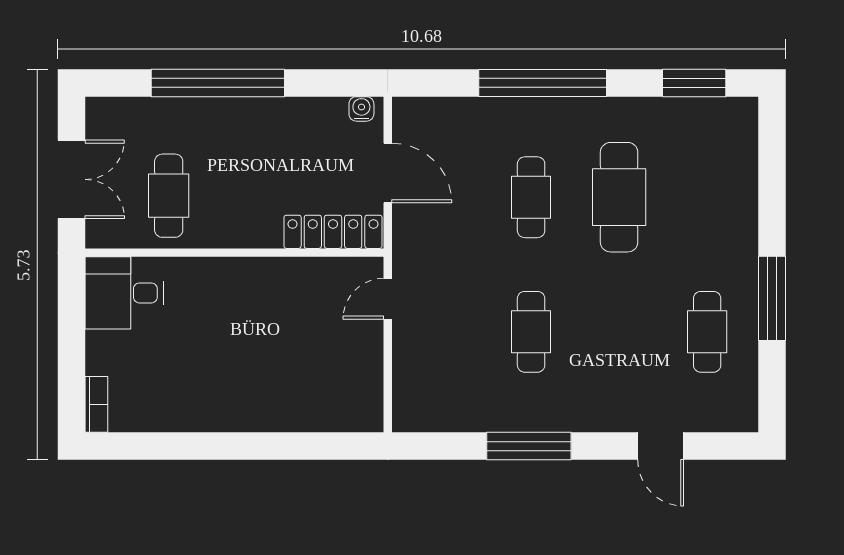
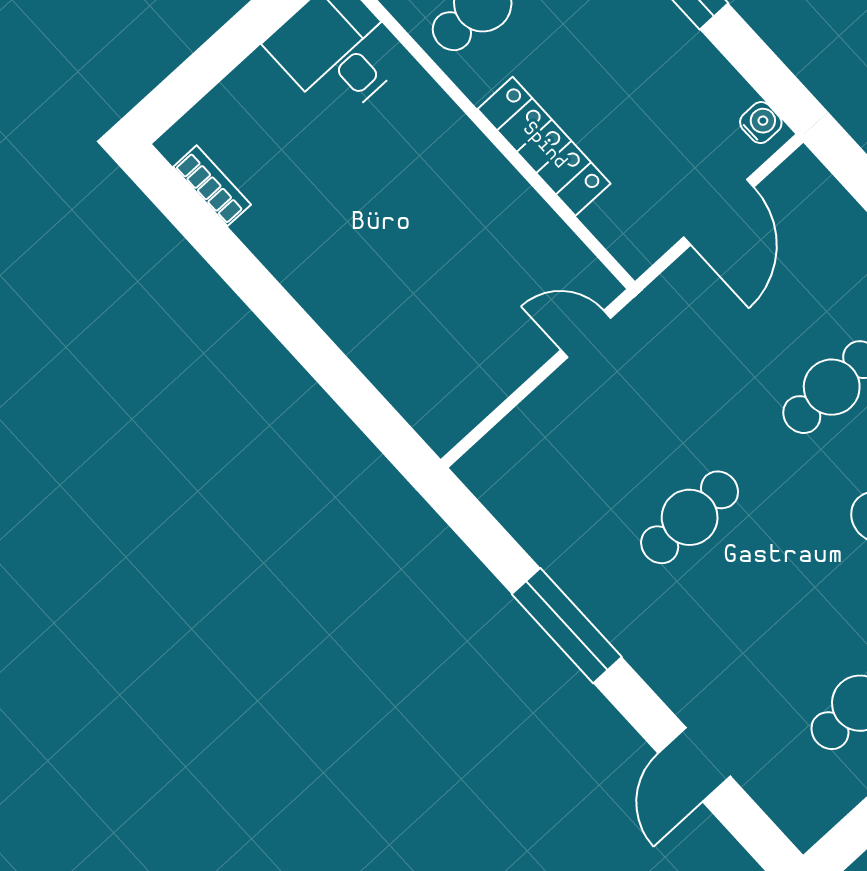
locker: (333, 232) -> (544, 146), moved
bookcase: (96, 404) -> (212, 186), moved, turned -90

